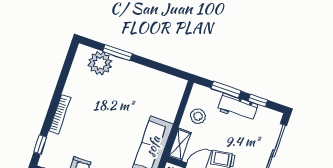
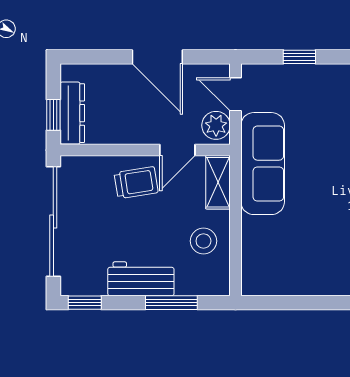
window: (258, 101) -> (85, 303), moved

